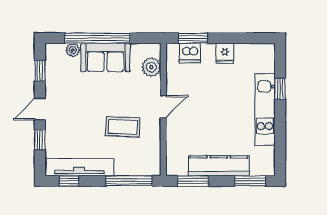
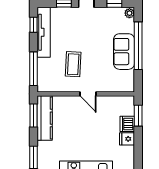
plant: (73, 50) -> (129, 13), moved
dishwasher: (190, 53) -> (127, 124), moved
plant: (151, 67) -> (117, 85), removed
kitchen counter: (219, 166) -> (45, 118), moved

